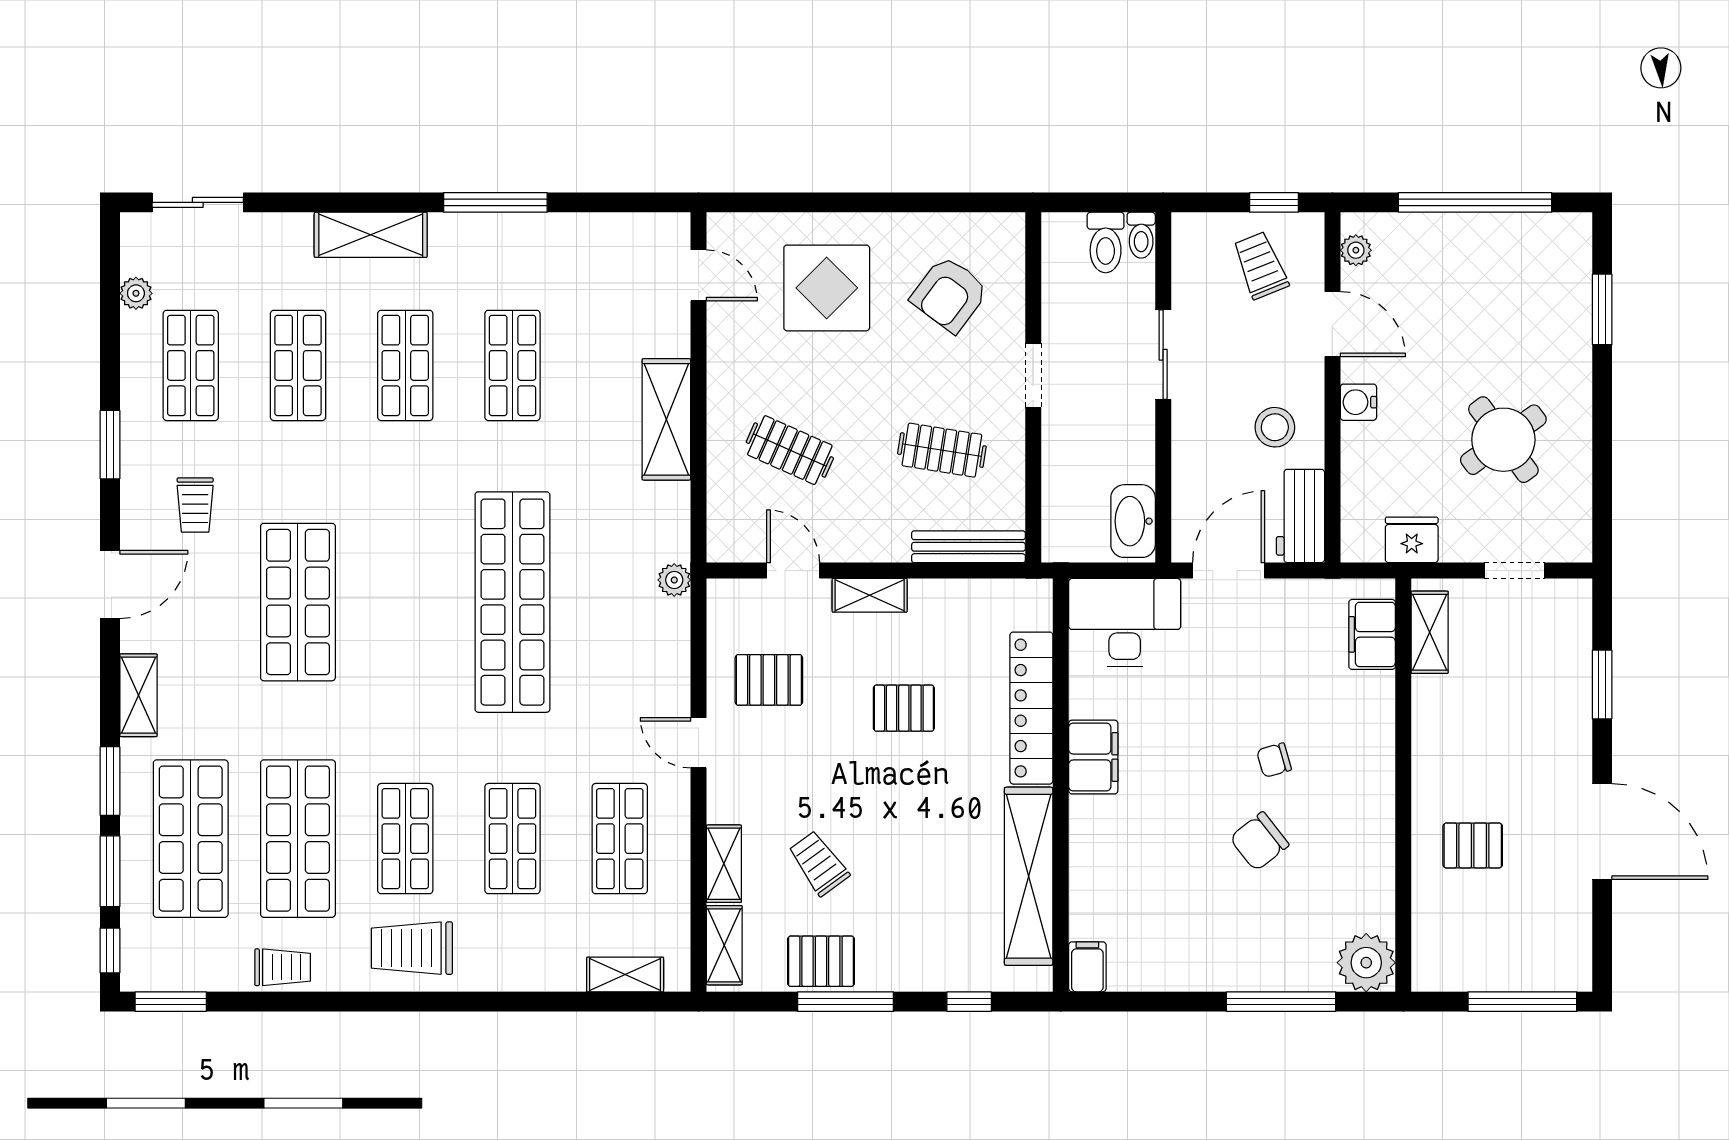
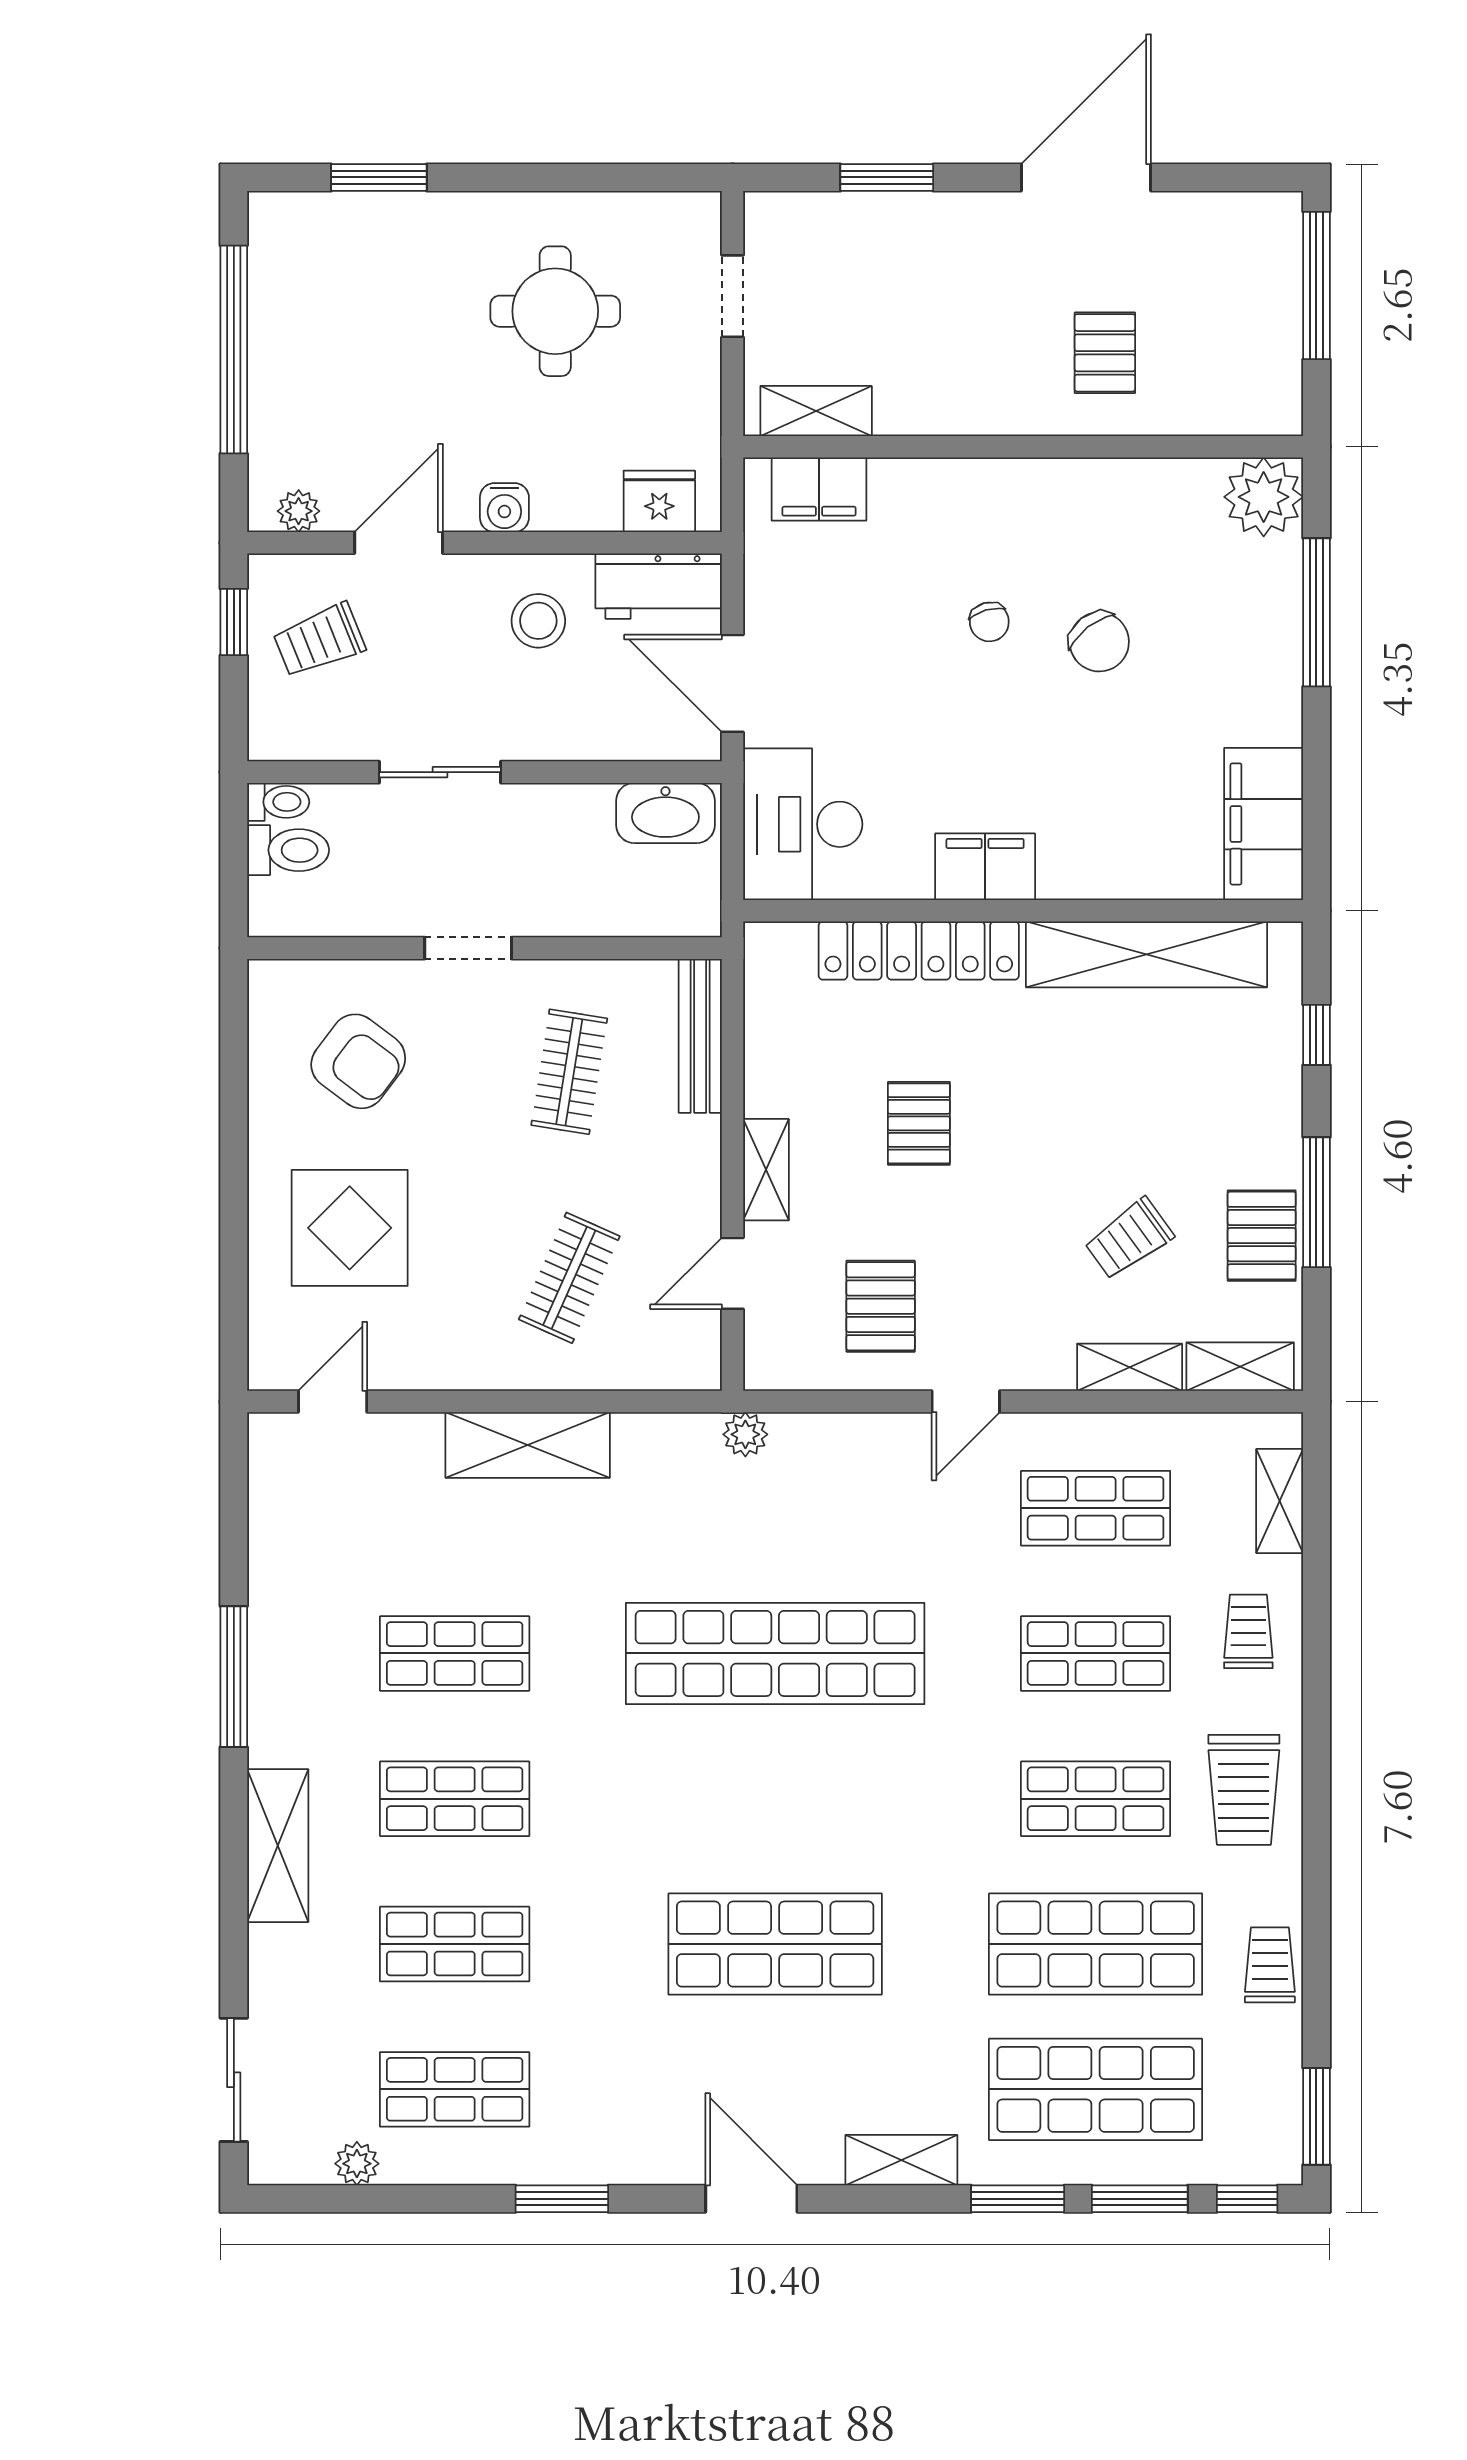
round table: (1503, 440) -> (555, 311), turned 36
trolley: (195, 505) -> (1248, 1631), moved, turned -90
fridge: (1412, 540) -> (659, 501), moved, turned 90
filing cabinet: (1087, 967) -> (1264, 824), width x3.00, depth x1.17

